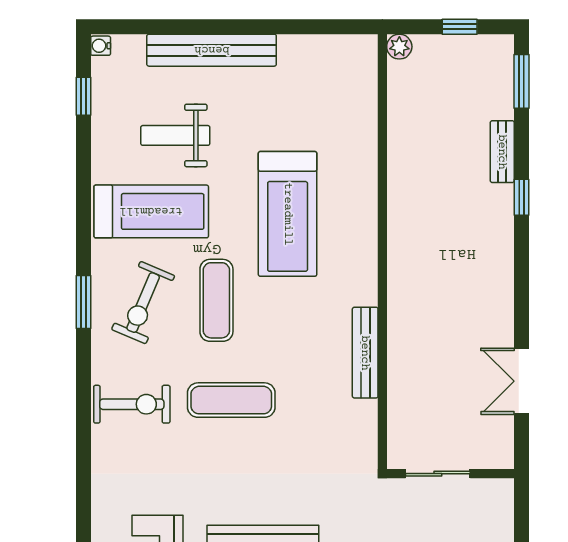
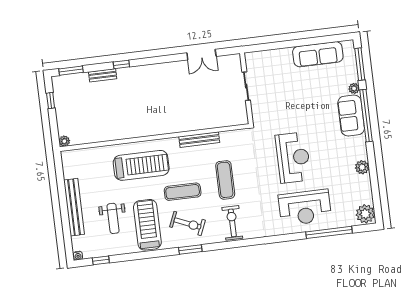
plant: (399, 47) -> (64, 141), moved
wall: (382, 252) -> (154, 138), moved
bench: (365, 353) -> (199, 140), moved

